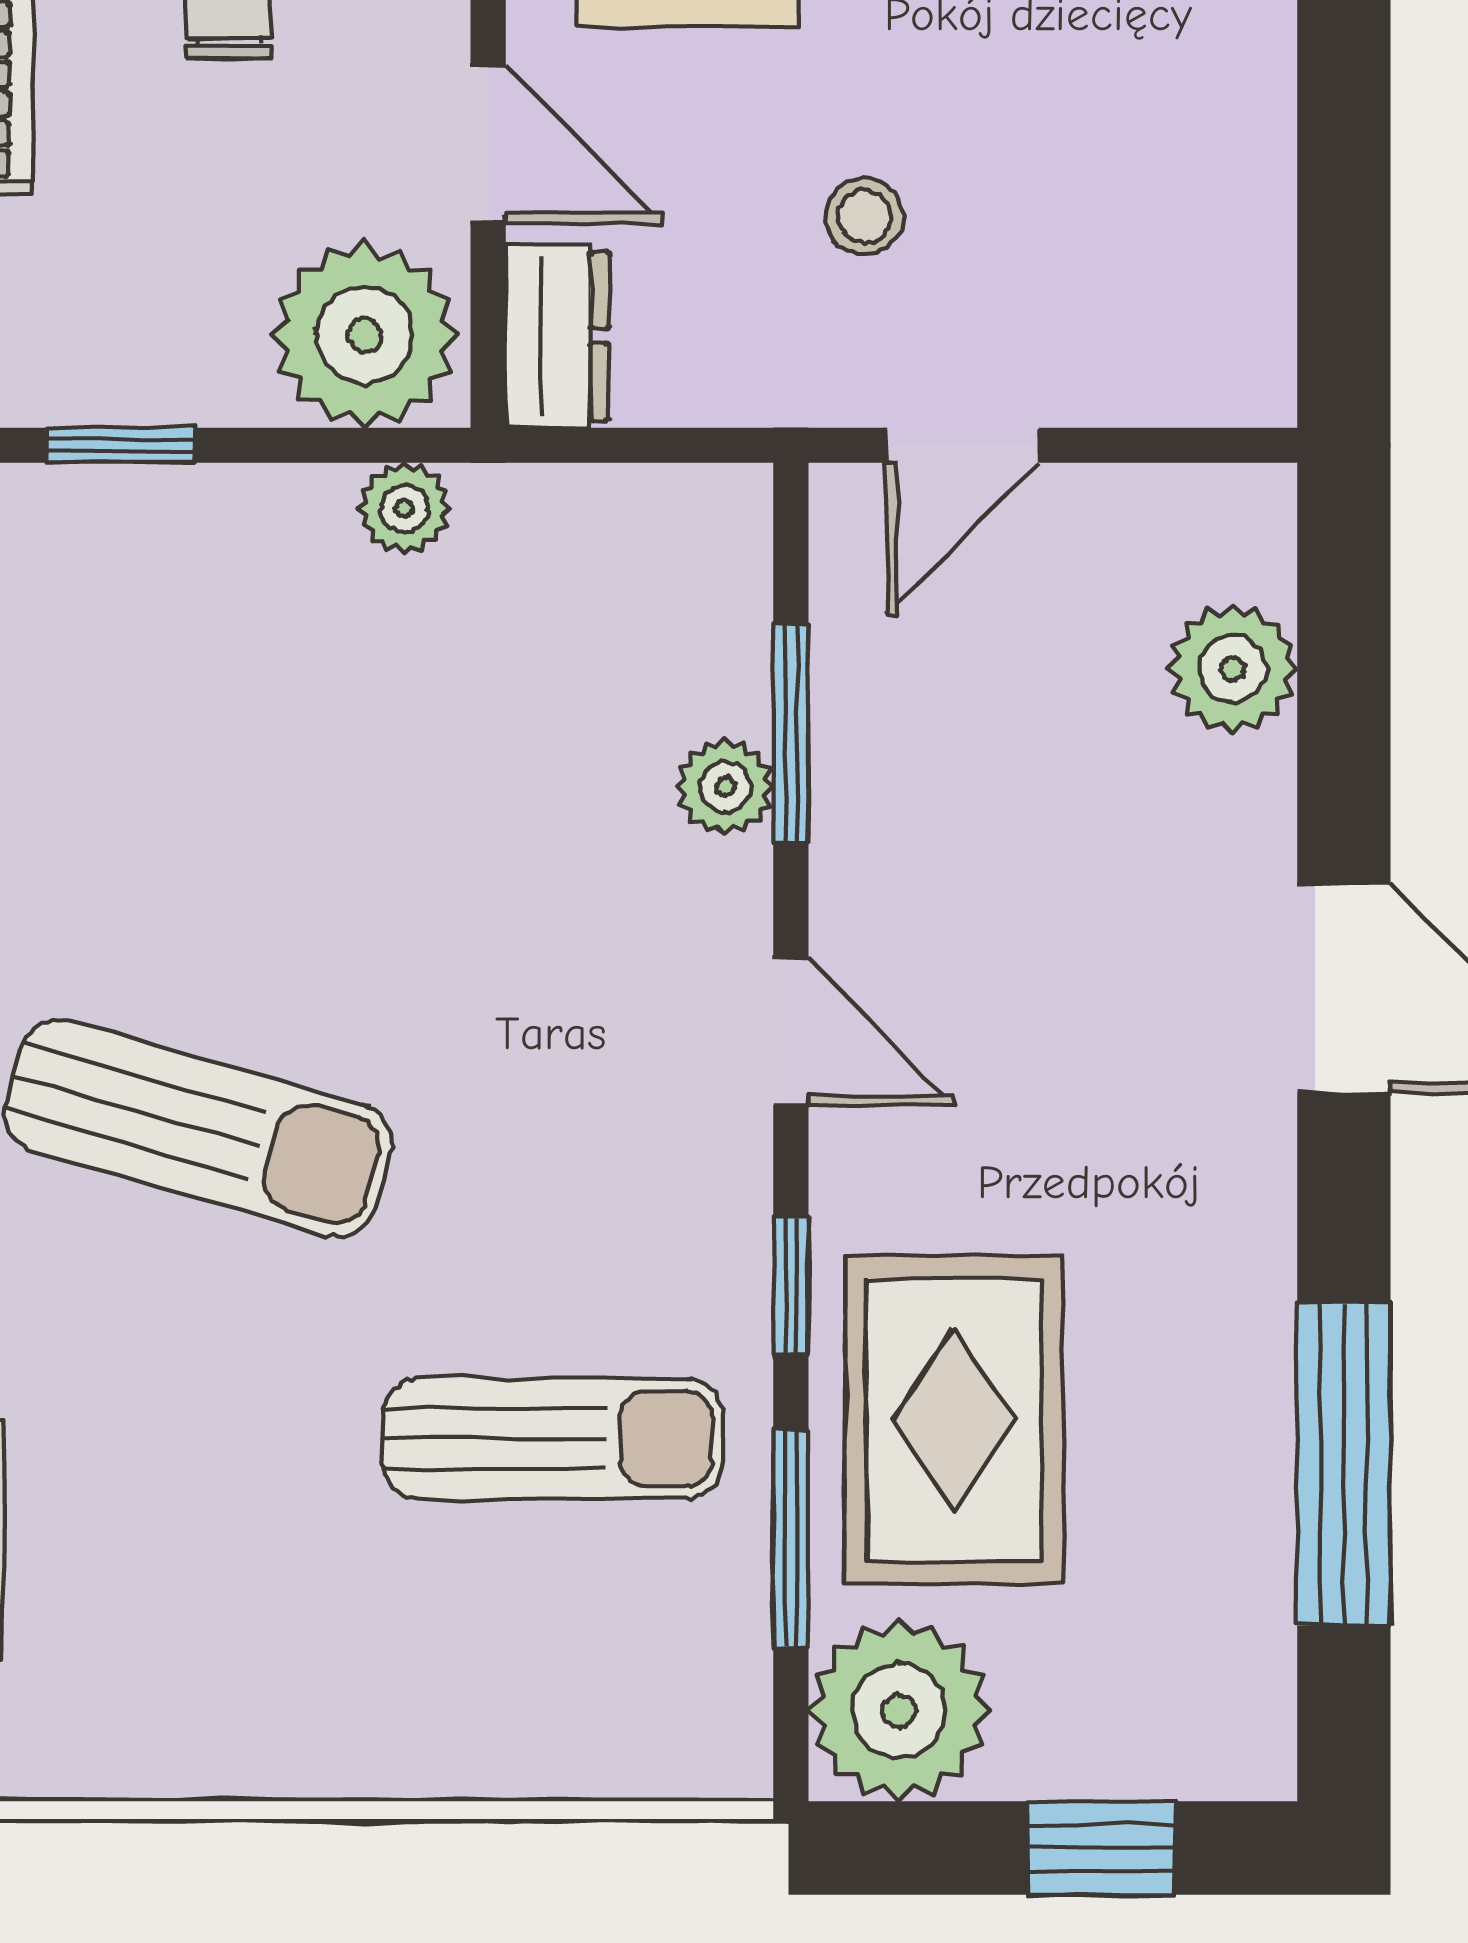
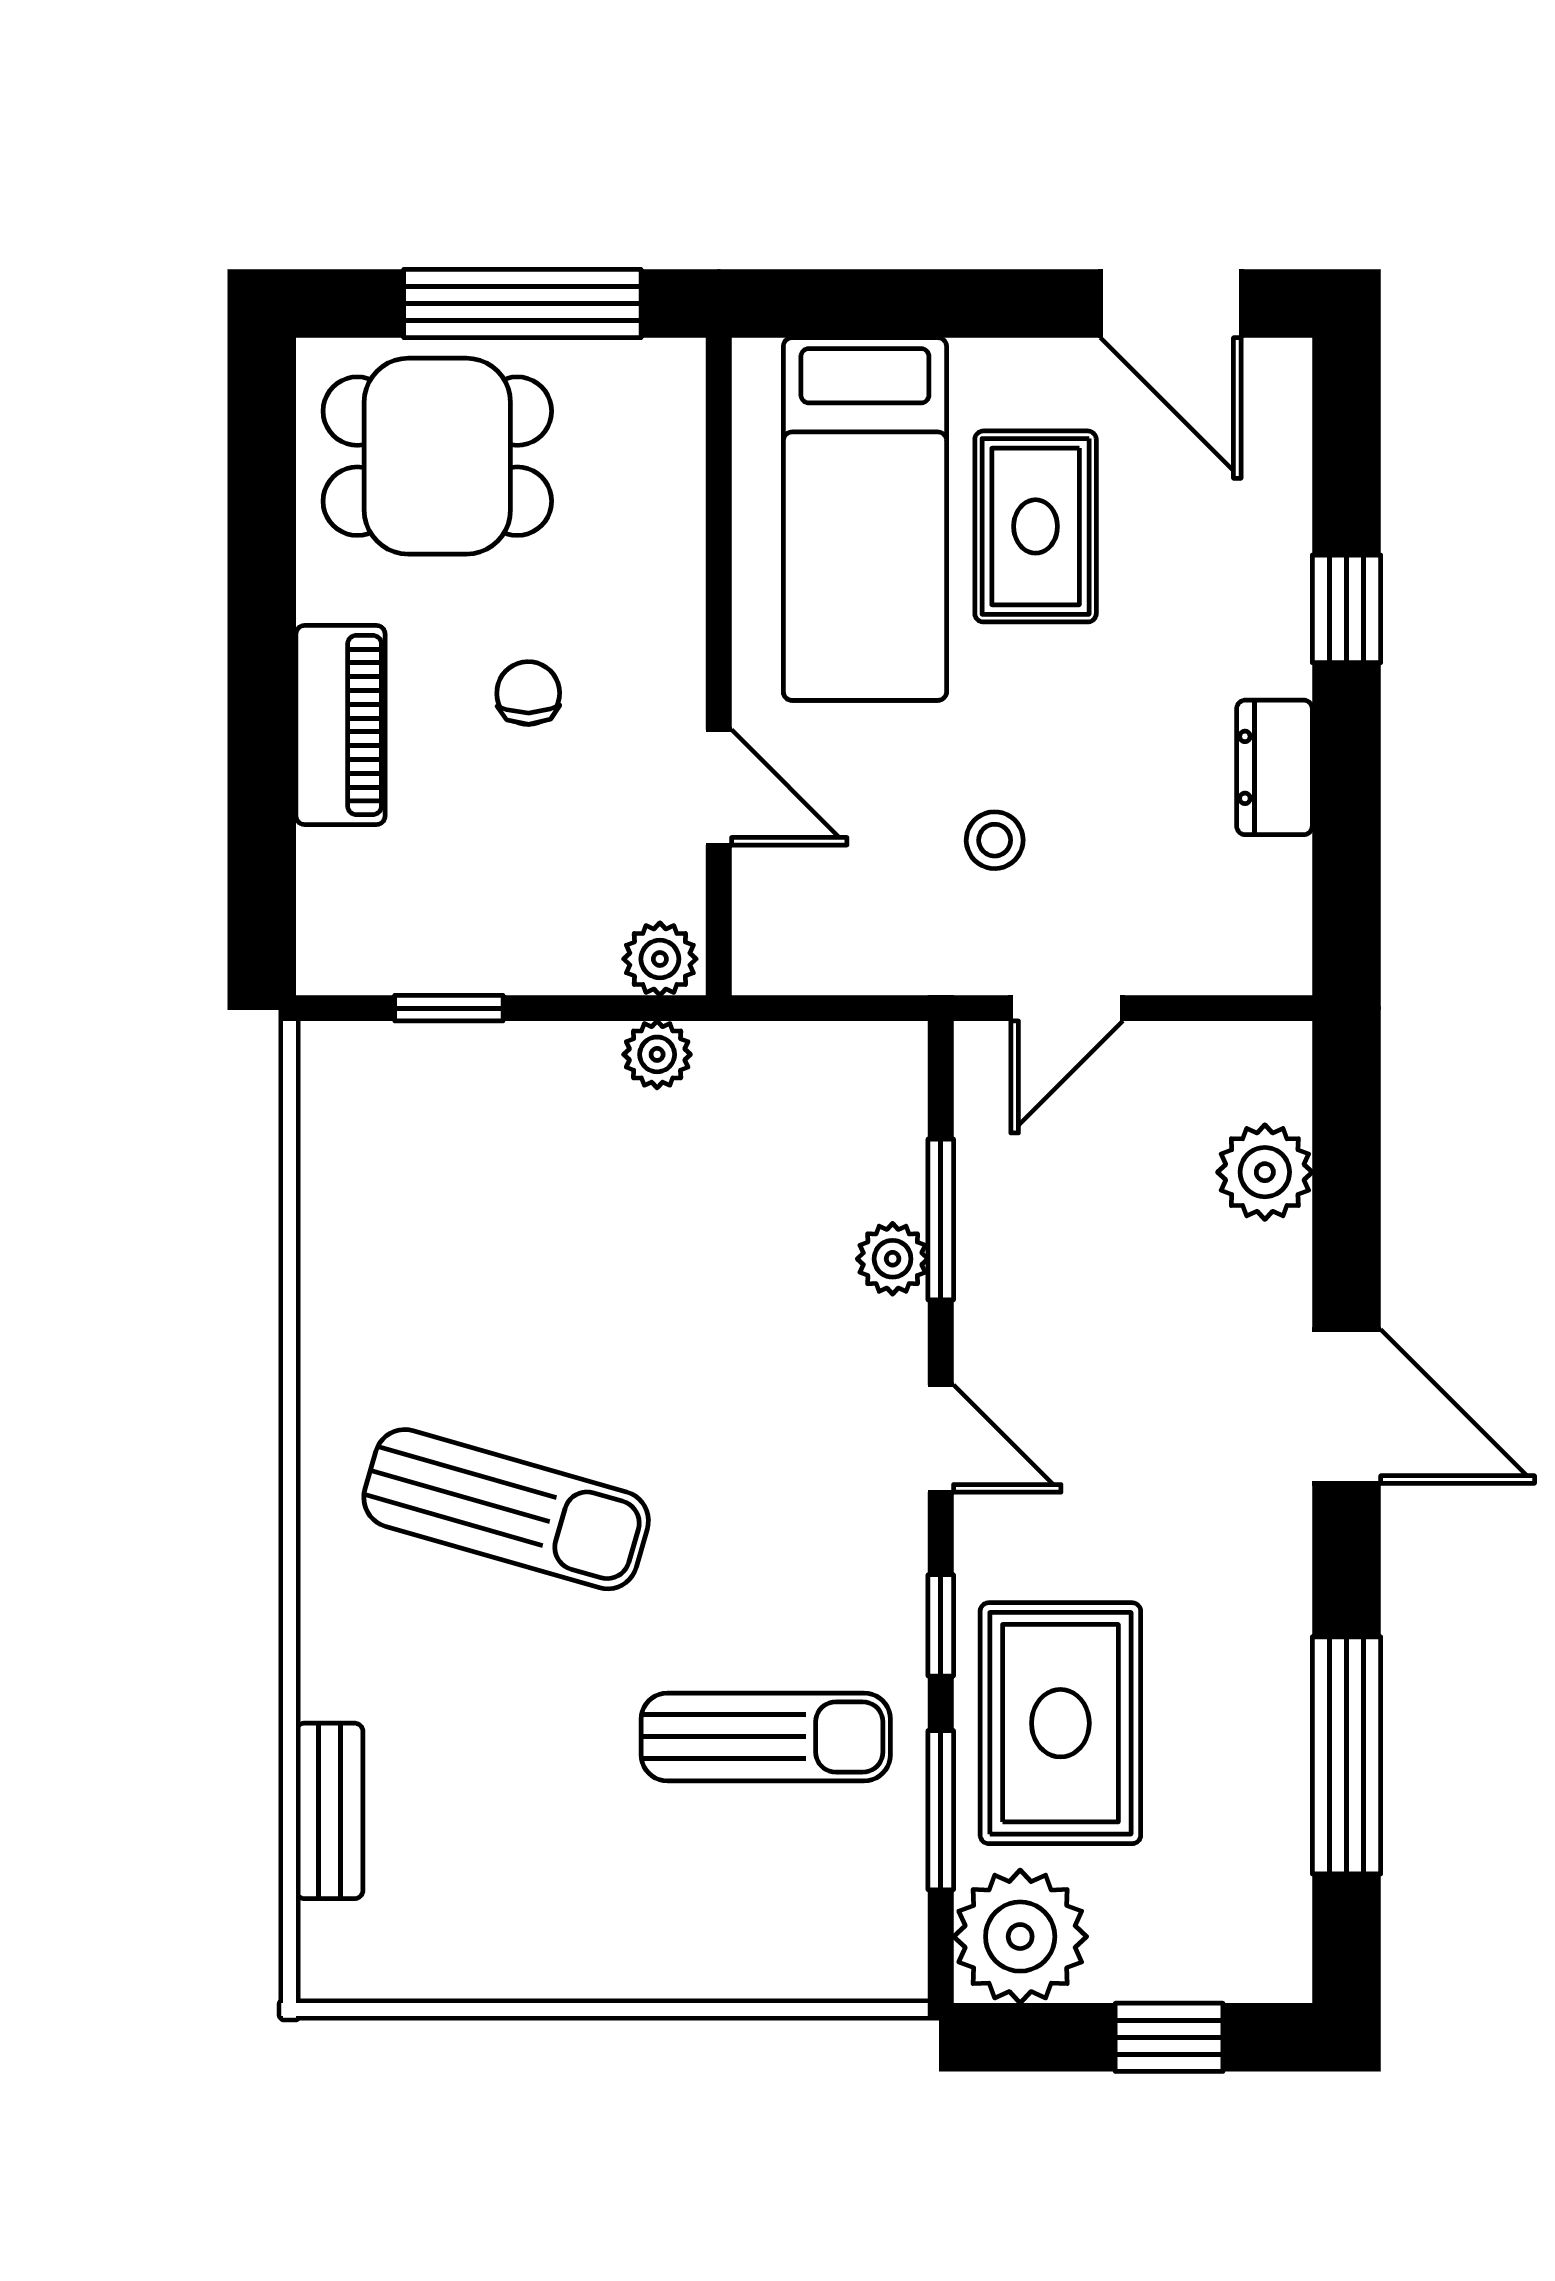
plant: (365, 335) -> (660, 959), width x0.53, depth x0.53
dresser: (557, 336) -> (1274, 767), moved, turned 180

